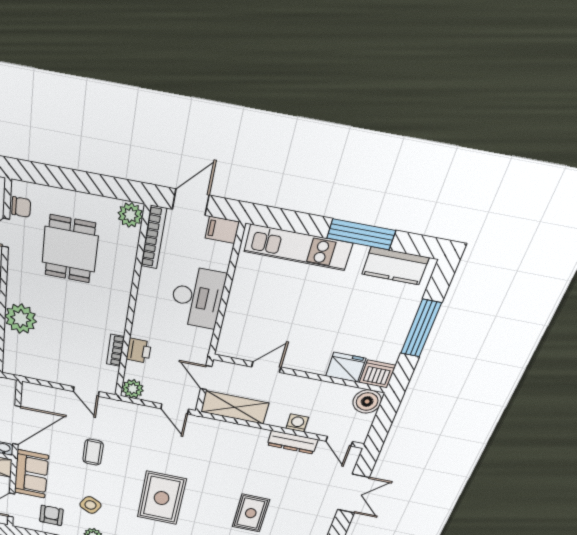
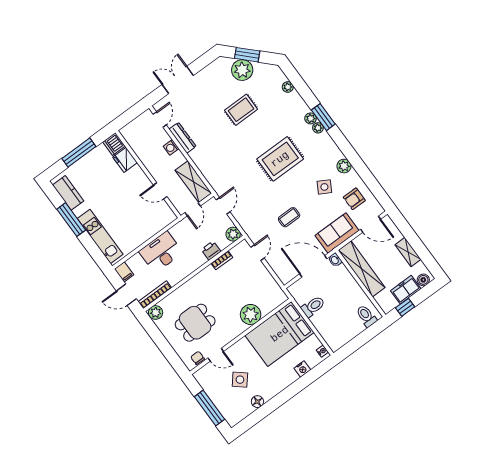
boiler: (367, 401) -> (130, 132), removed

